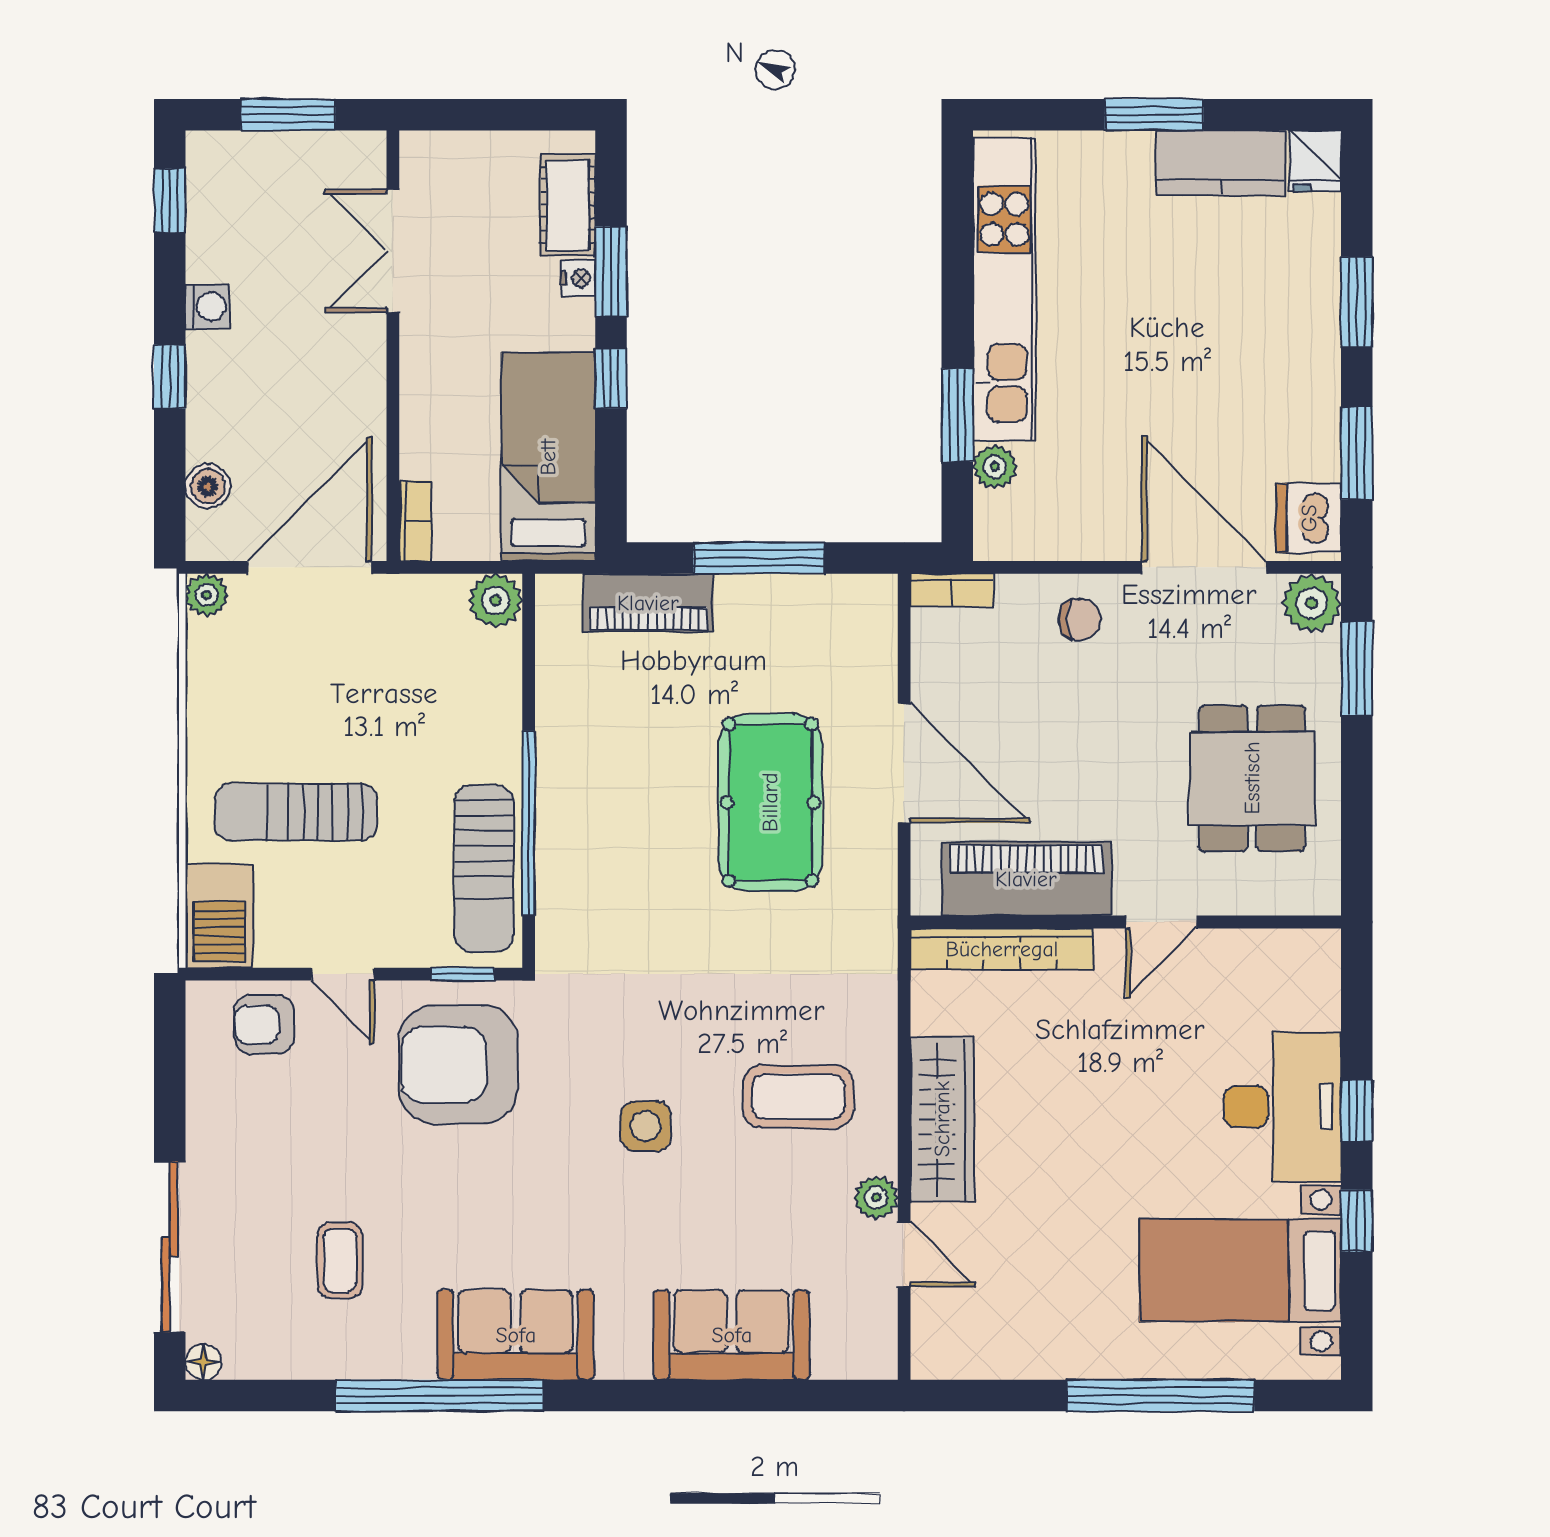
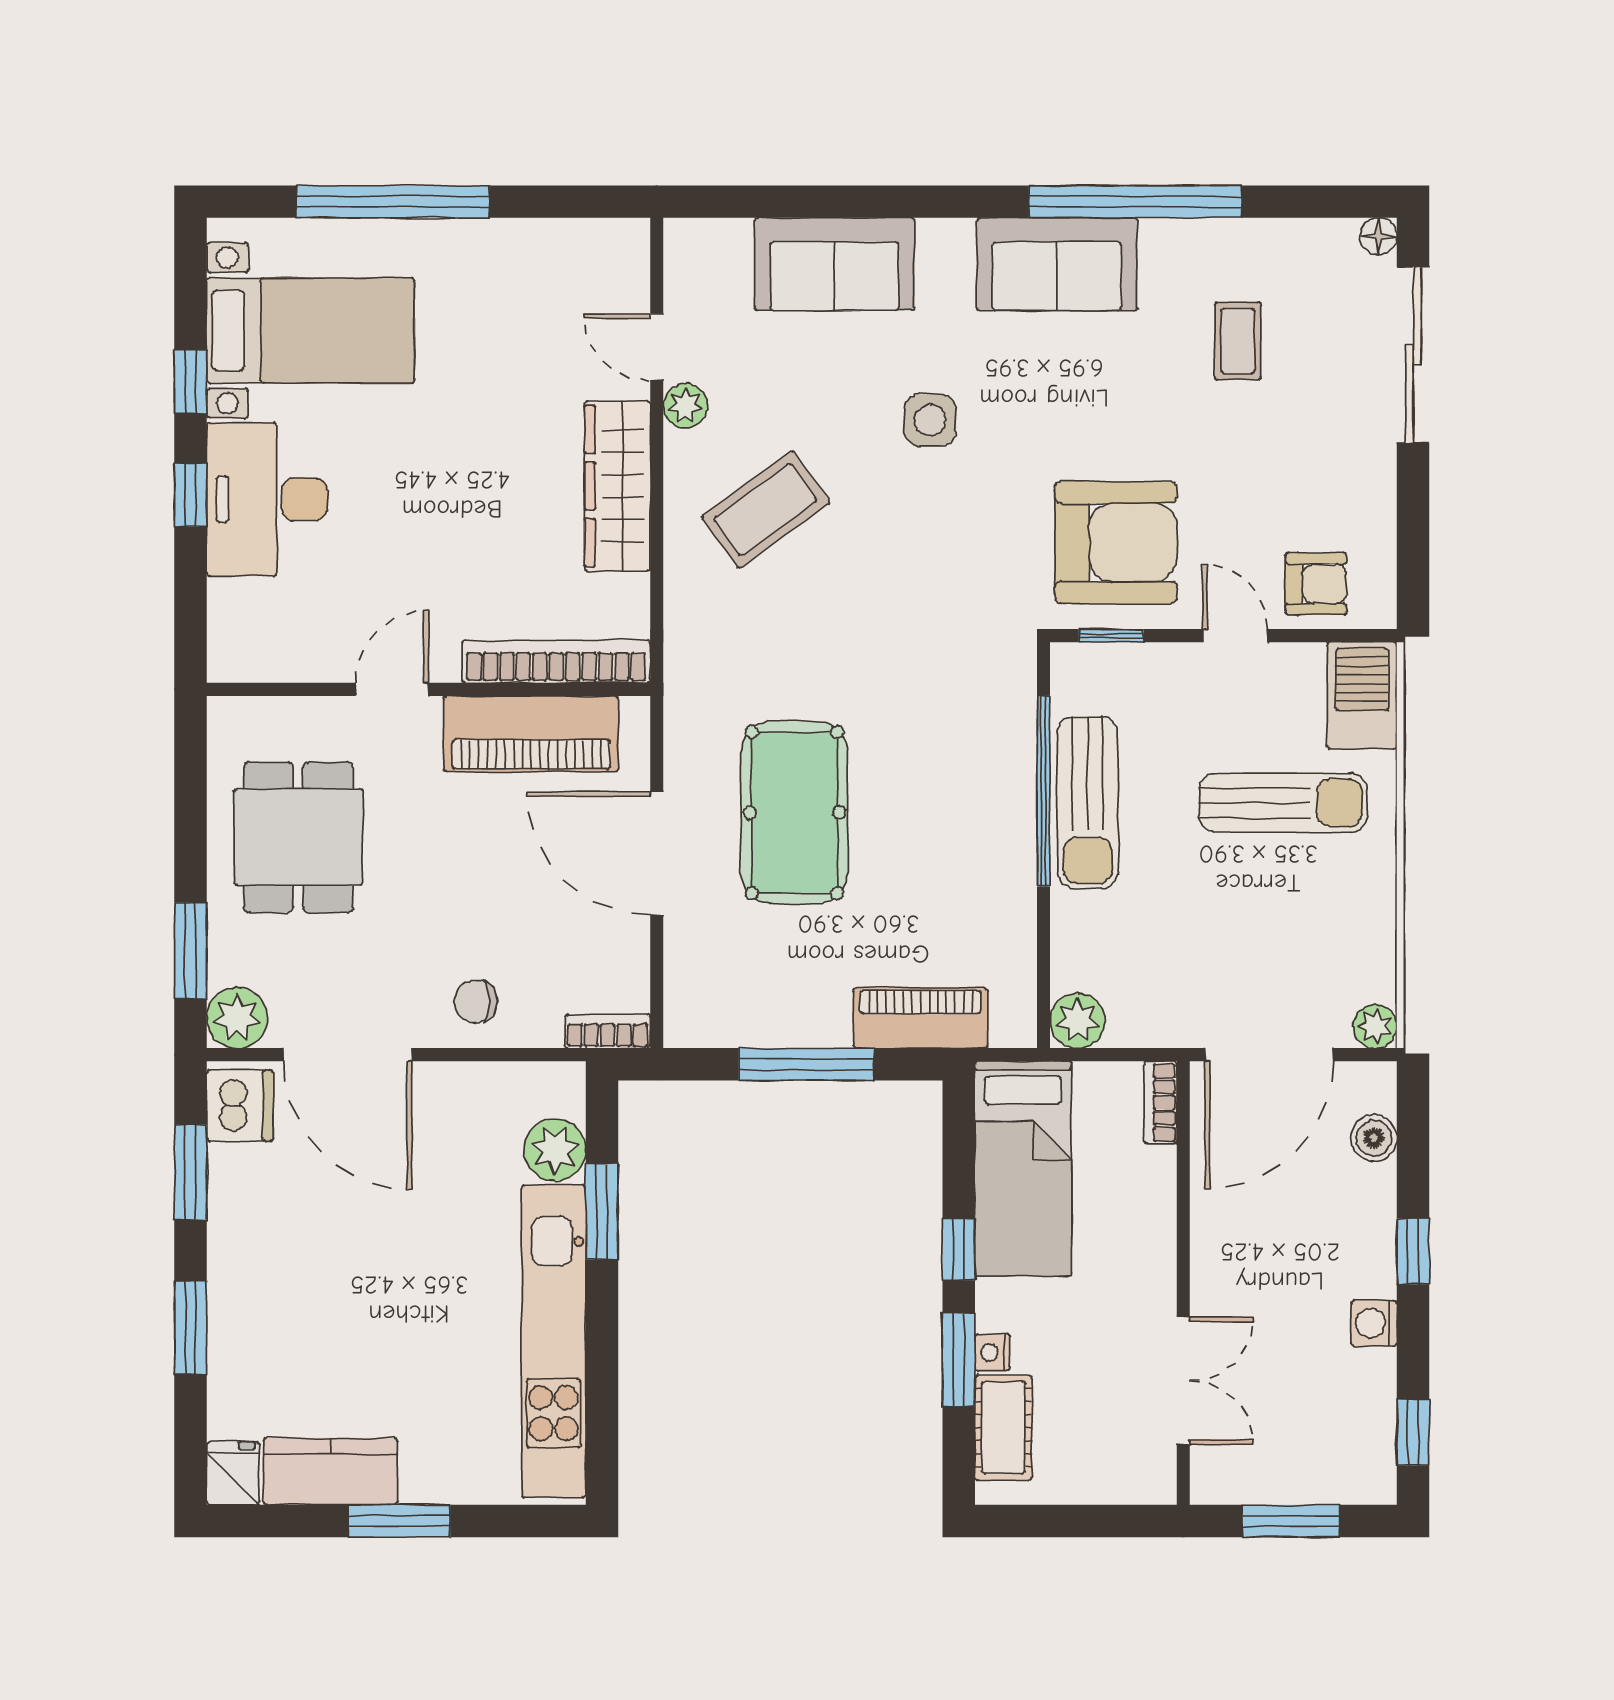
plant: (995, 467) -> (555, 1150), width x1.38, depth x1.38
sun lounger: (484, 869) -> (1088, 803), moved, turned 180
coffee table: (798, 1097) -> (766, 510), turned -36
side table: (646, 1126) -> (930, 420), moved

